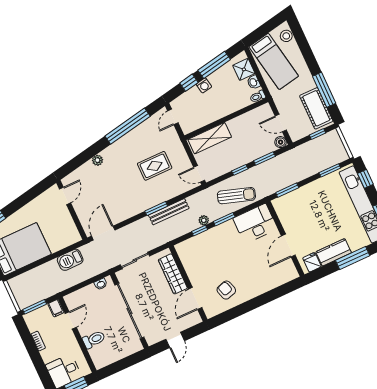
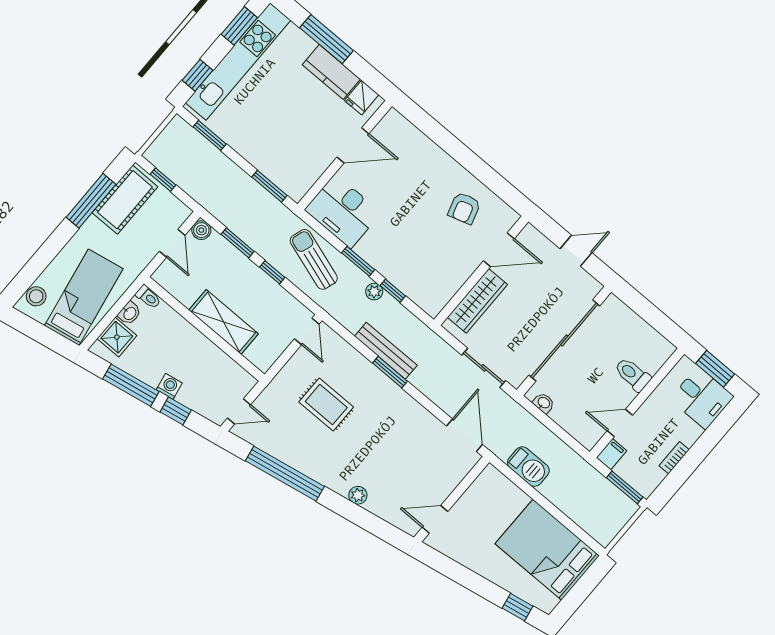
shelving: (210, 138) -> (224, 322), moved
door: (103, 233) -> (464, 435), swing flipped

